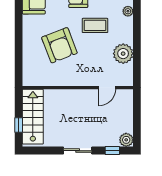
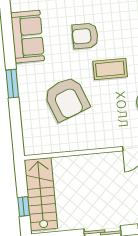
window: (19, 30) -> (12, 84), added

